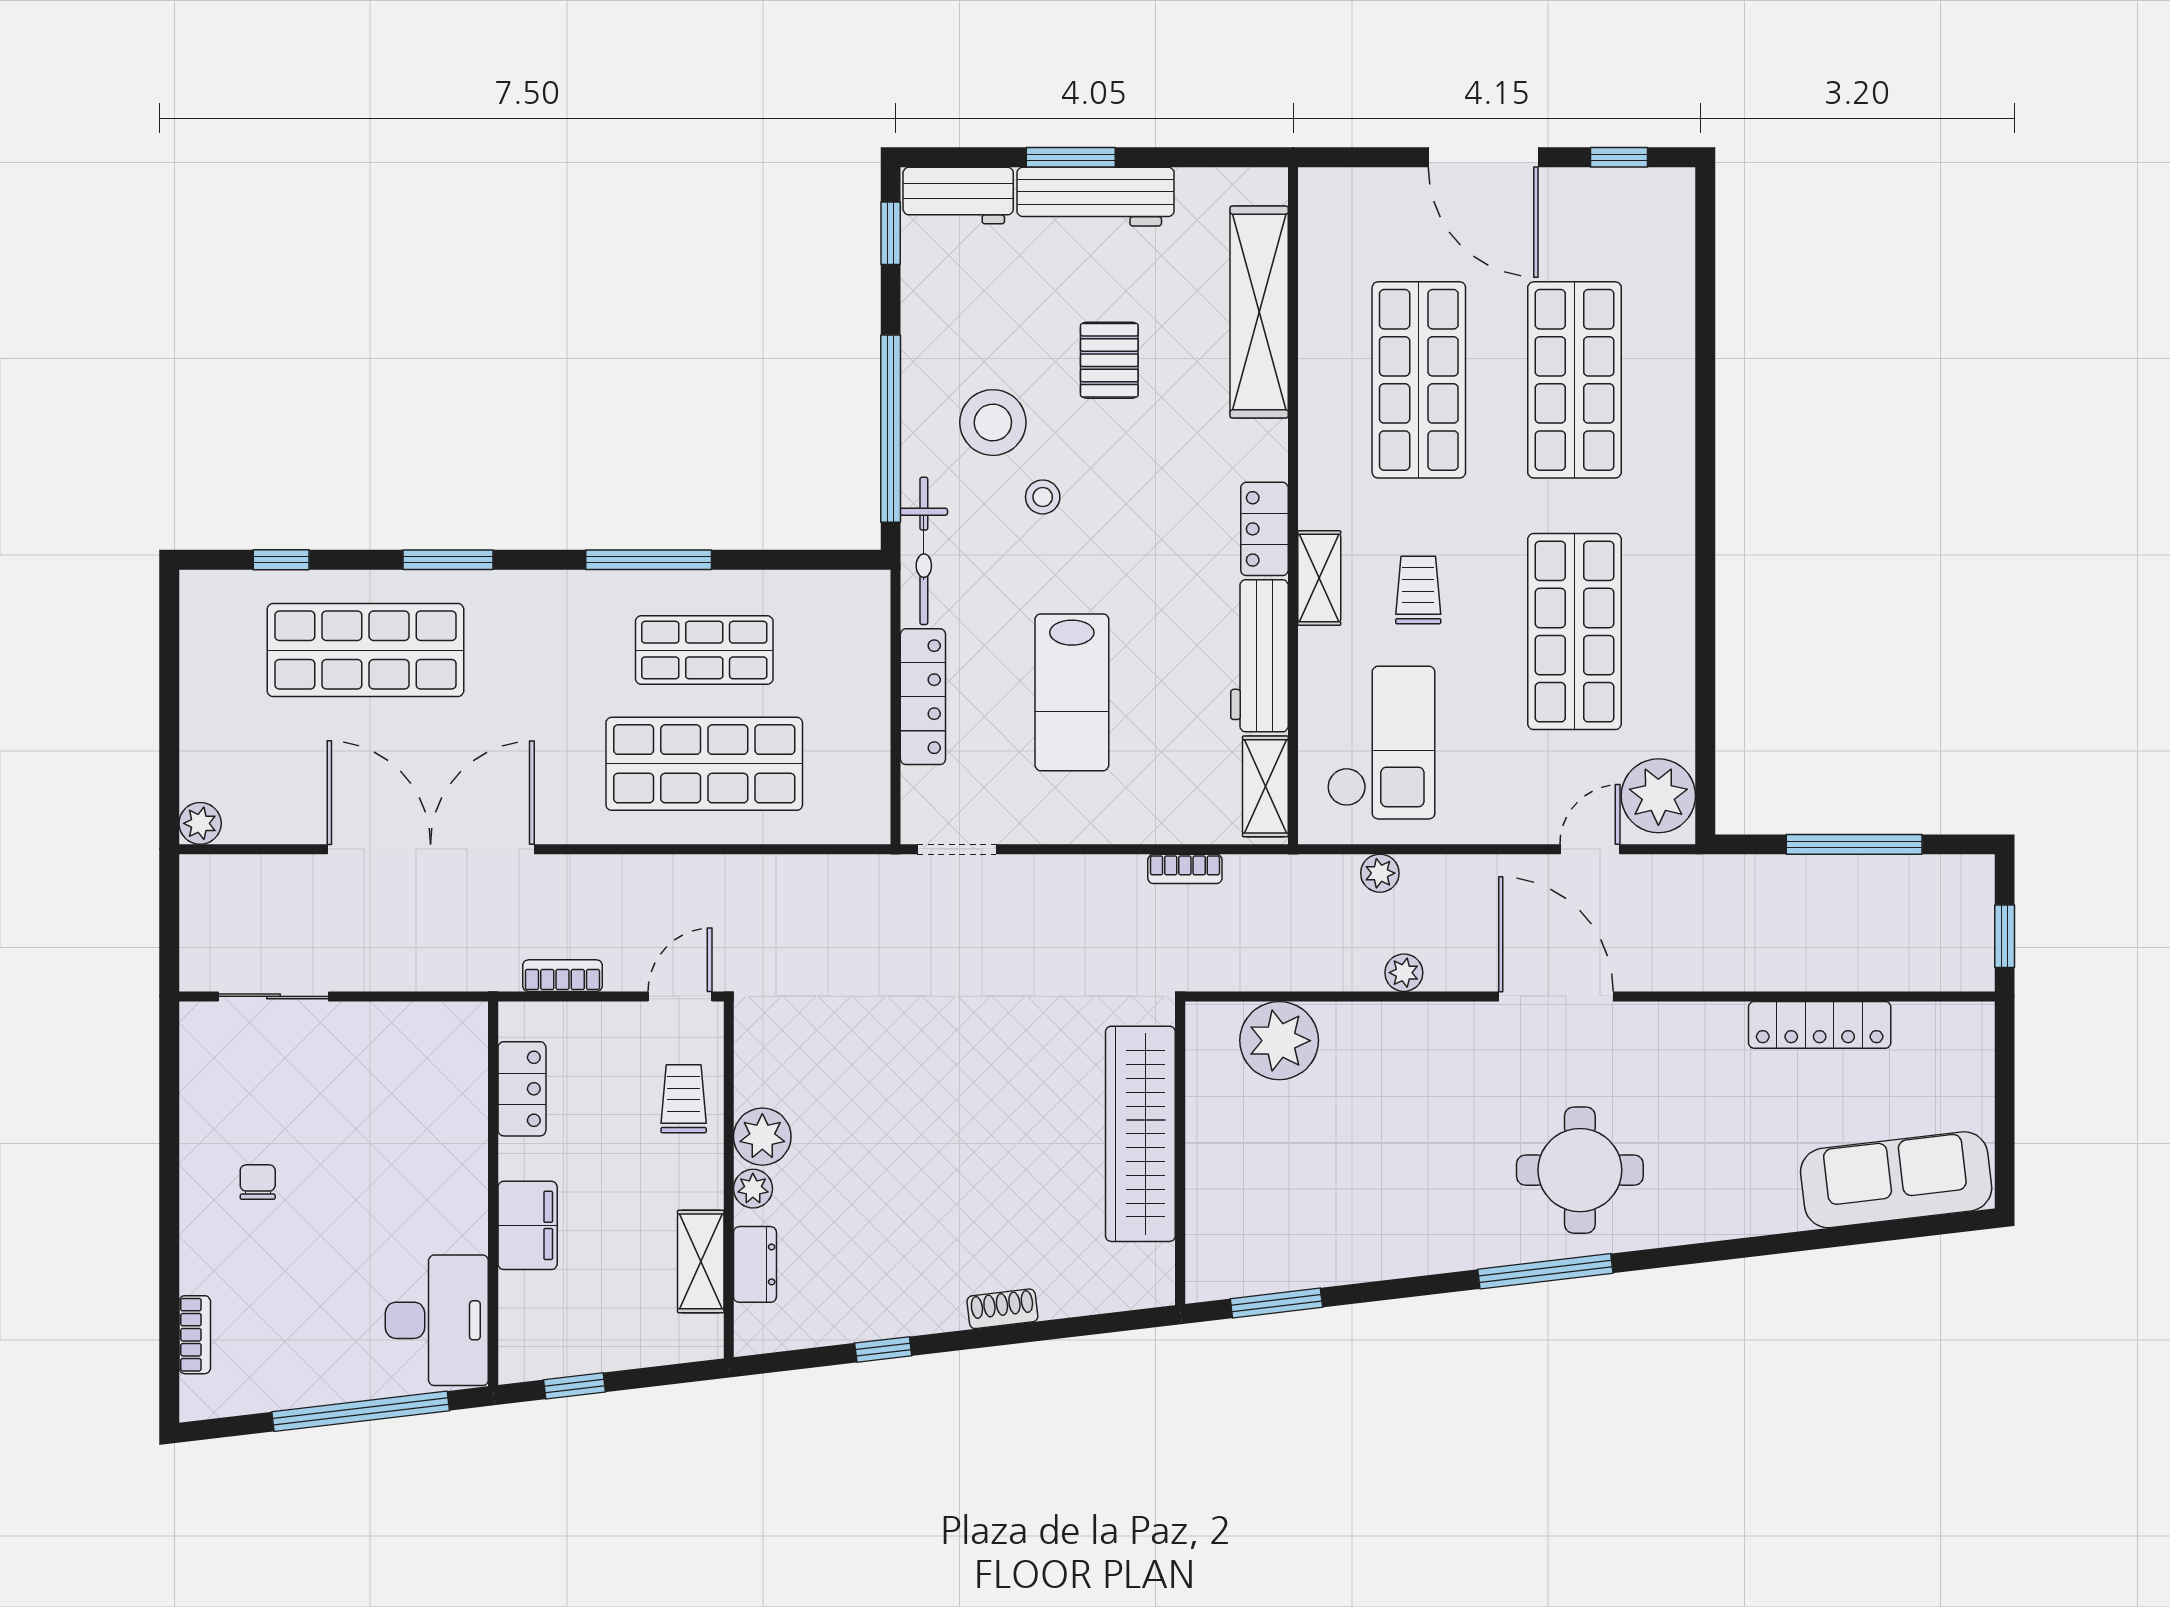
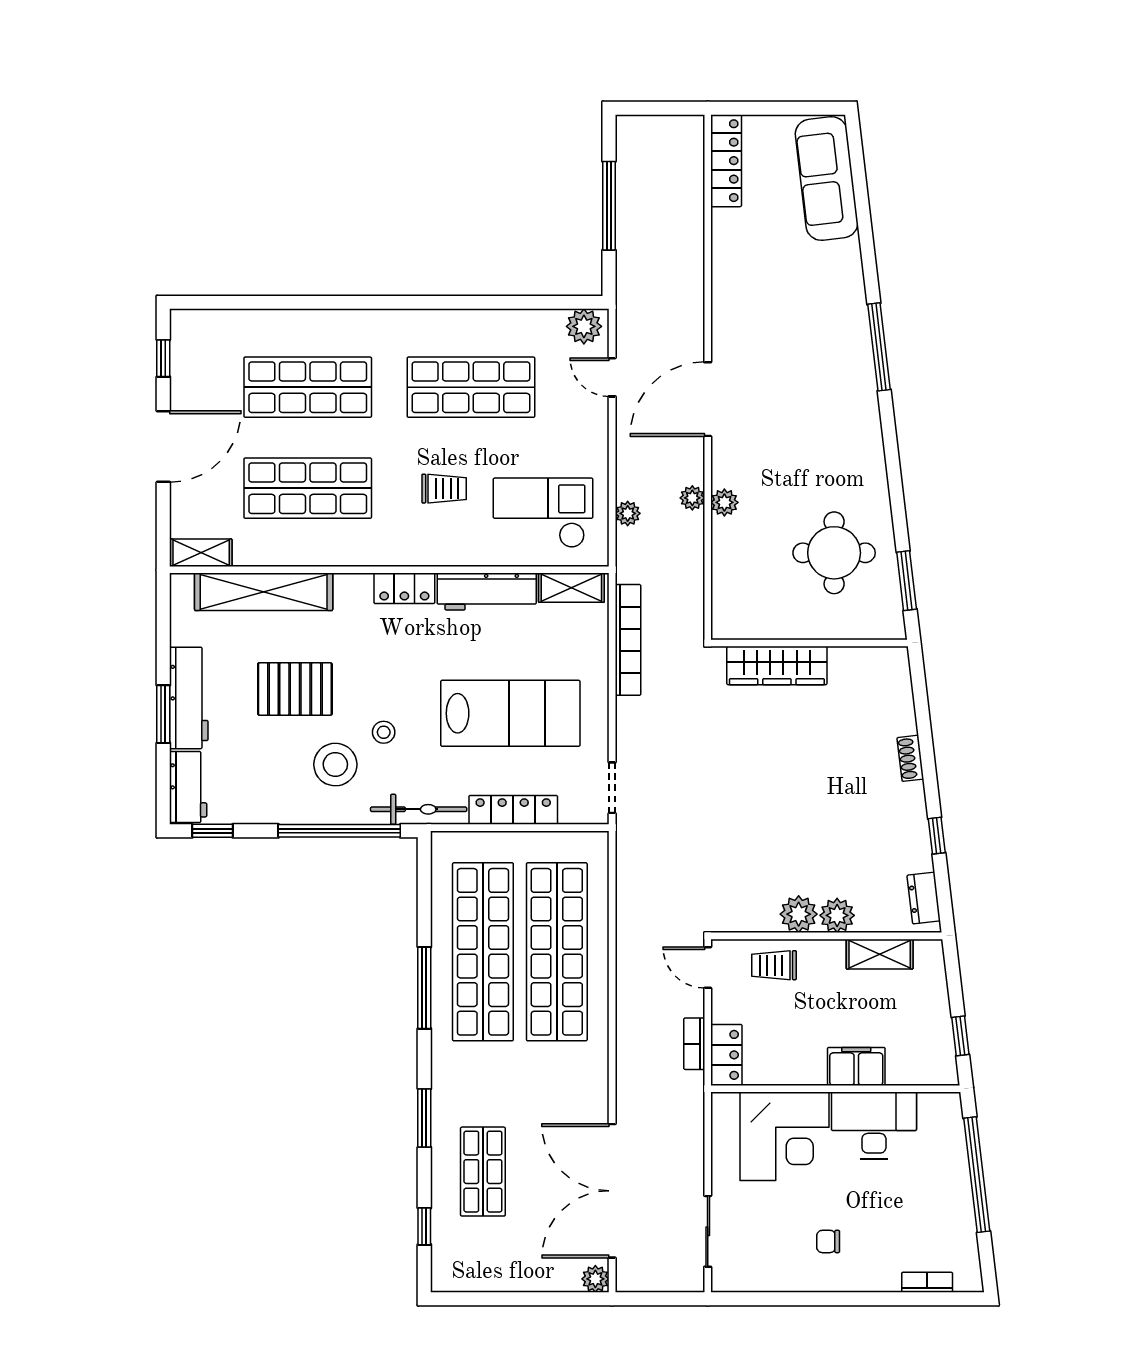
pallet: (1109, 360) -> (295, 689), width x1.50, depth x1.42
shelving: (1319, 578) -> (201, 553), moved
trolley: (1418, 590) -> (444, 489), turned 180
shop shelf: (365, 650) -> (483, 1172), width x0.70, depth x0.74
shop shelf: (704, 650) -> (483, 952), width x2.00, depth x1.36
lab bench: (1072, 692) -> (510, 713), width x1.36, depth x1.39
shop shelf: (704, 764) -> (557, 952), width x1.40
plant: (1658, 796) -> (584, 326), width x0.73, depth x0.73
double door: (431, 849) -> (612, 1191), moved
bookcase: (1185, 869) -> (628, 640), width x2.31, depth x1.31
window: (2005, 936) -> (669, 108), removed
locker: (1820, 1025) -> (726, 161), moved
plant: (1279, 1041) -> (724, 502), moved, width x0.53, depth x0.53
locker: (522, 1089) -> (726, 1055), moved, turned 90
corner desk: (420, 1115) -> (785, 1136), added
wardrobe: (1140, 1134) -> (777, 665), width x0.71, depth x0.85
round table: (1580, 1170) -> (834, 553), moved
plant: (753, 1189) -> (837, 915), width x1.38, depth x1.38
dresser: (755, 1264) -> (924, 898), moved, turned -97
window: (1545, 1271) -> (879, 347), moved
desk: (437, 1320) -> (874, 1125), moved

